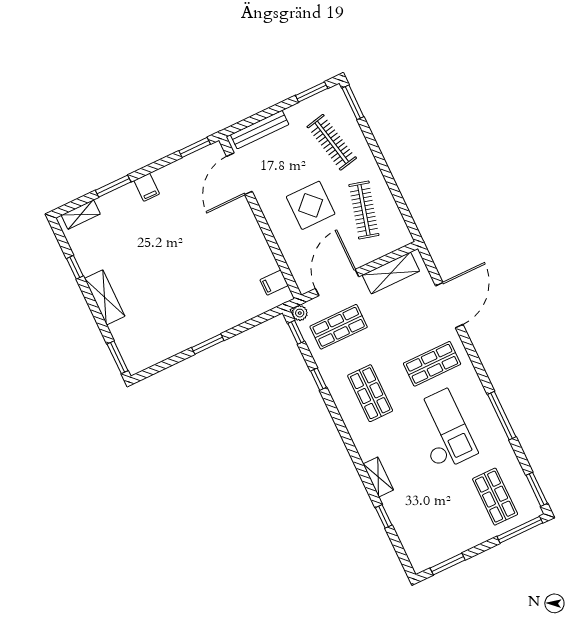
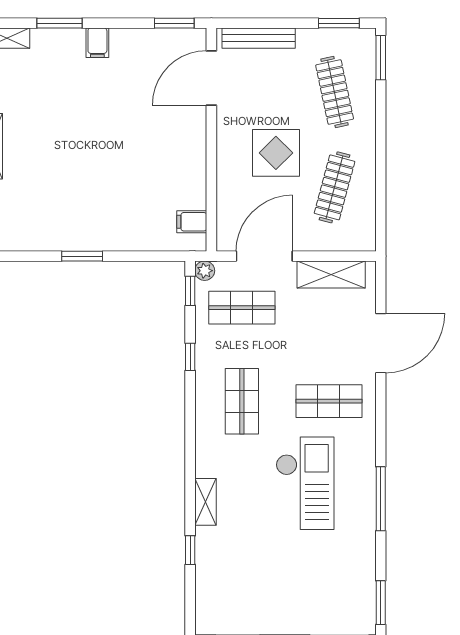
shop shelf: (495, 497) -> (329, 588), removed

